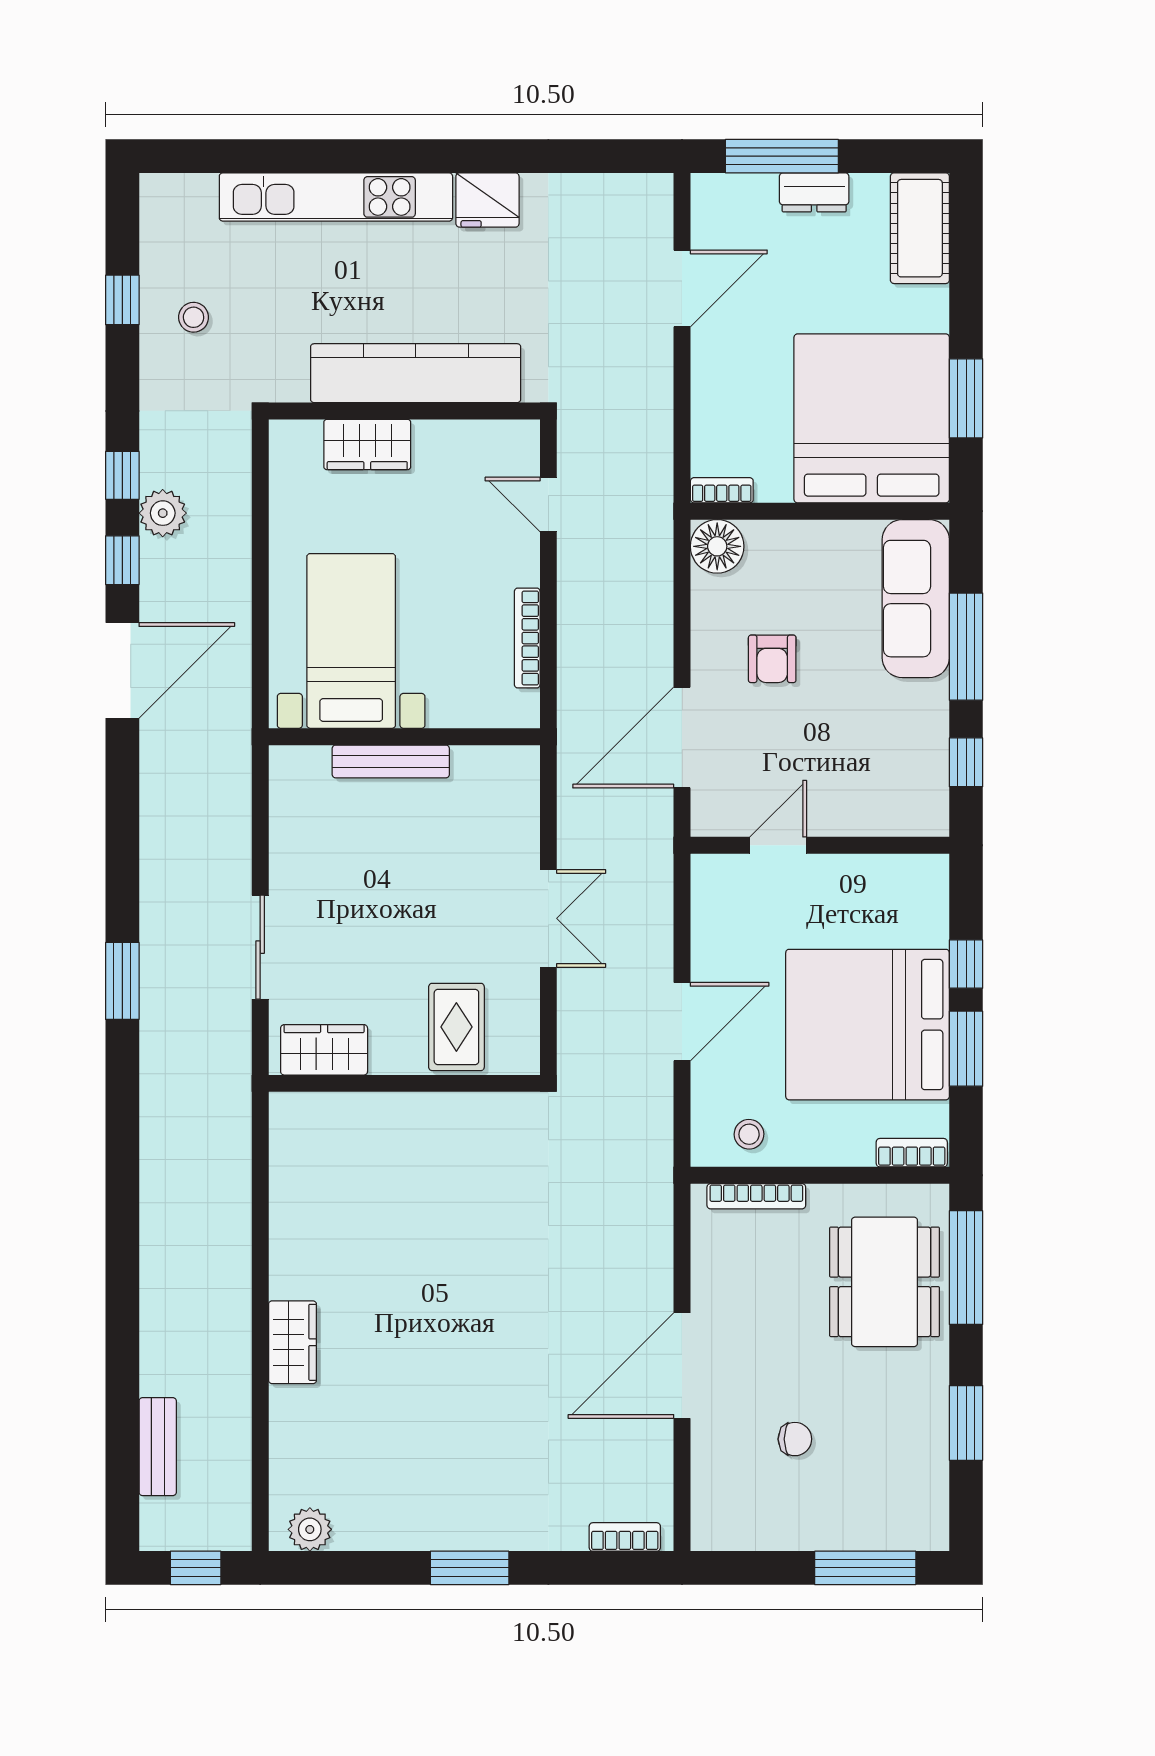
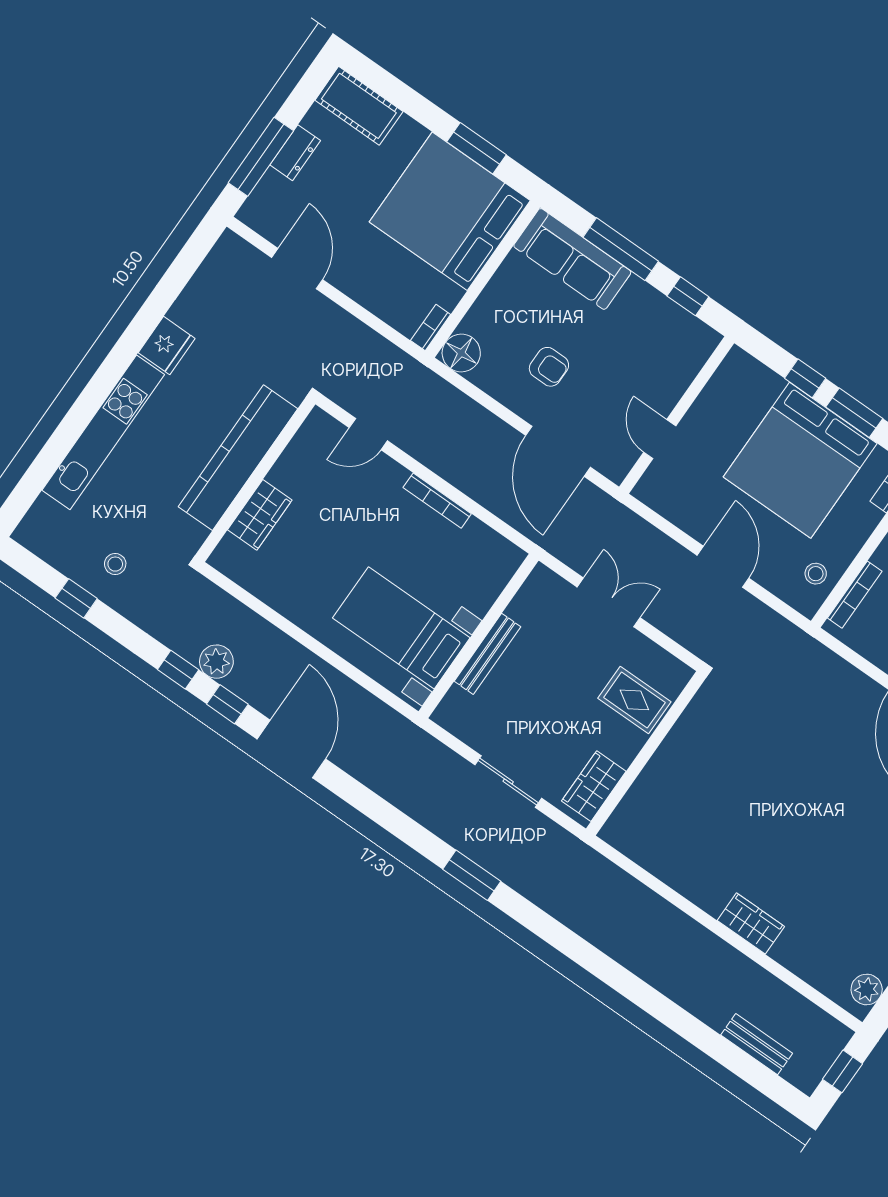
bed with nightstands: (351, 641) -> (401, 628), moved
wall: (404, 737) -> (479, 636), moved
bench: (391, 761) -> (487, 654), moved

